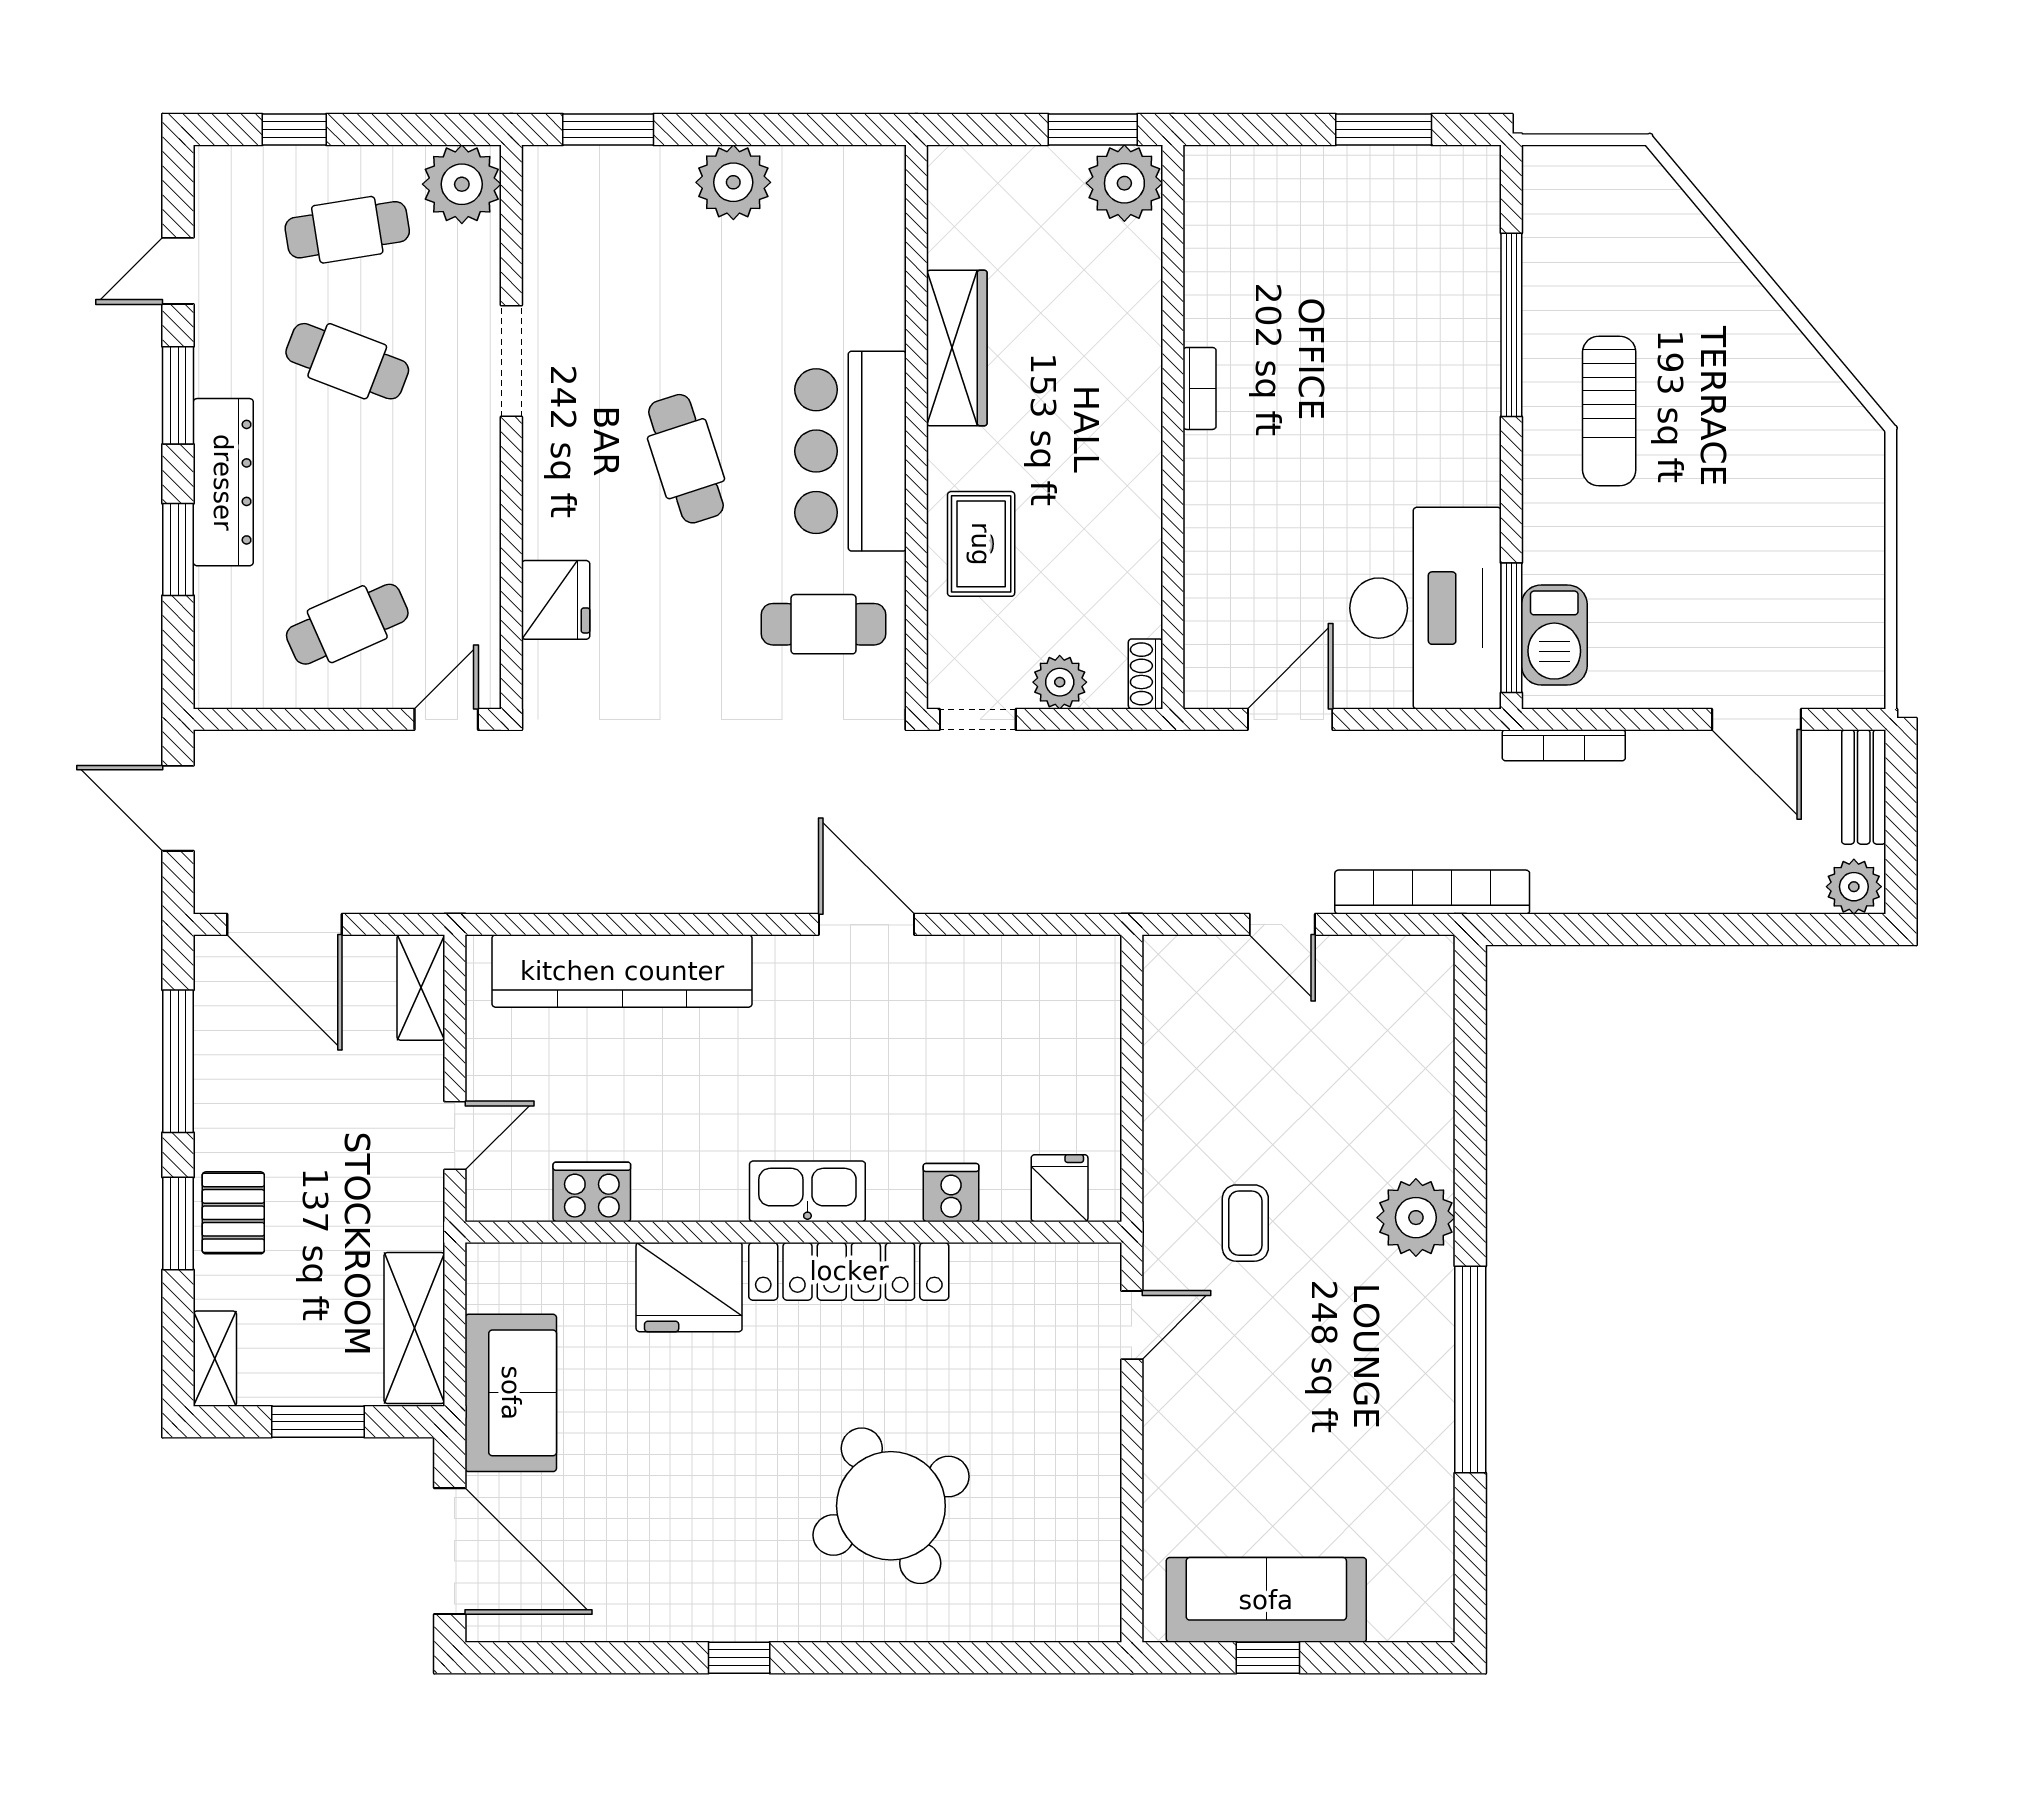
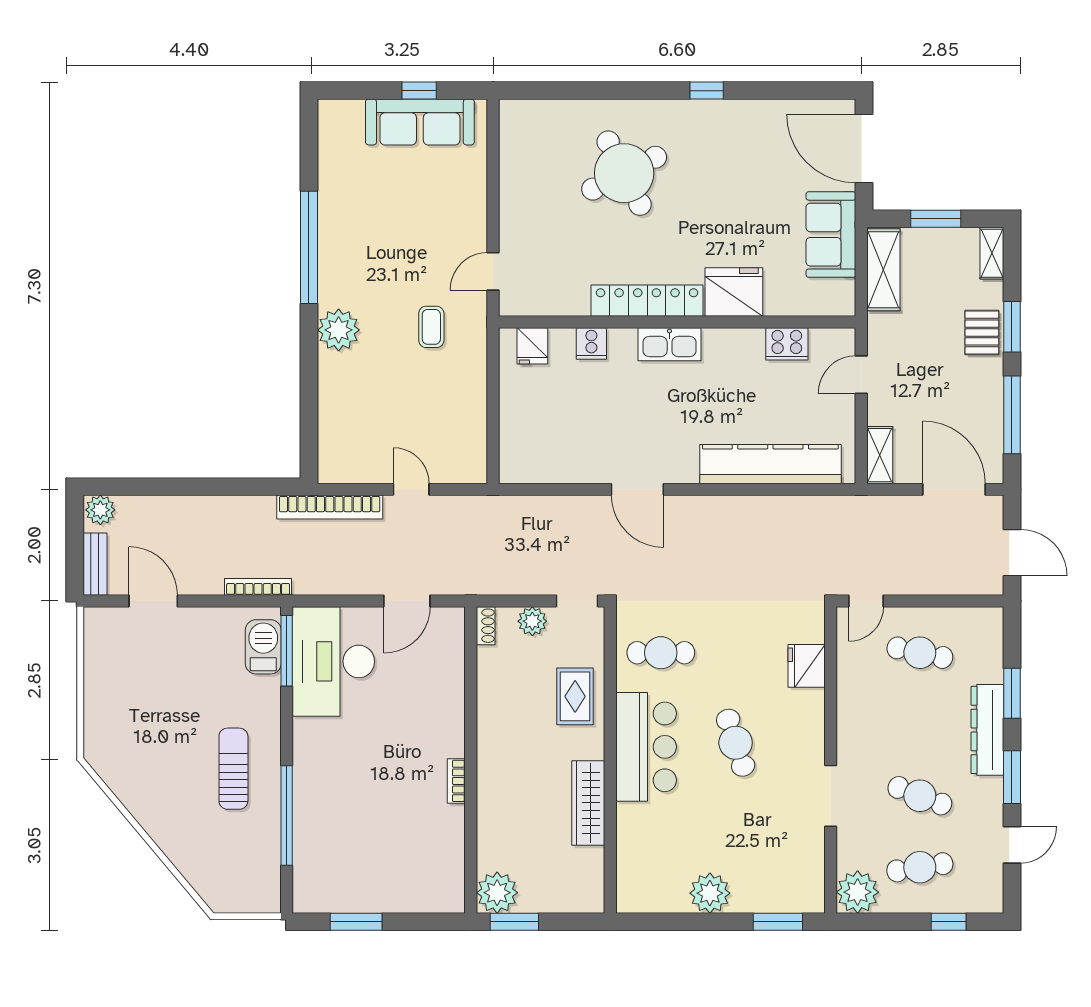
cafe table: (347, 624) -> (920, 653), turned 36

